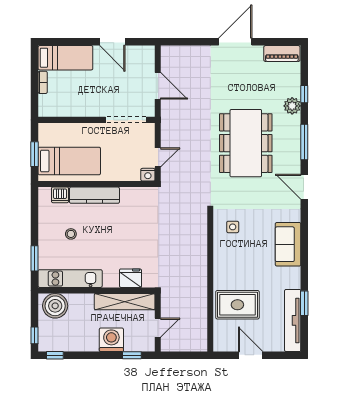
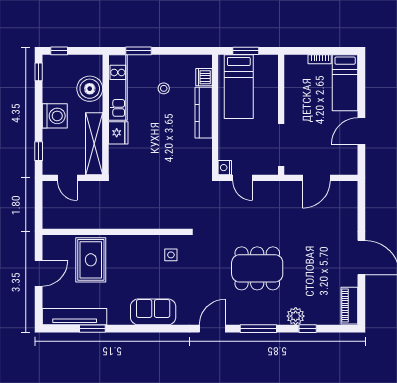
dining table: (246, 143) -> (257, 268), width x0.73, depth x0.80
fridge: (130, 278) -> (118, 133), moved
boiler: (55, 306) -> (90, 89), moved
washing machine: (111, 340) -> (55, 116), moved

